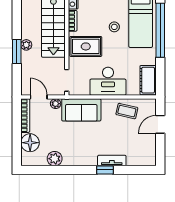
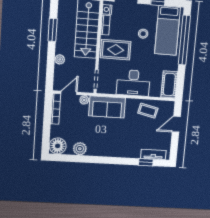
plant: (26, 45) -> (60, 59), moved
window: (17, 51) -> (53, 30), moved
door: (39, 97) -> (69, 93), hinge flipped
floor lamp: (30, 143) -> (58, 146), moved
tv unit: (112, 161) -> (153, 154), moved
window: (105, 170) -> (146, 162), moved

